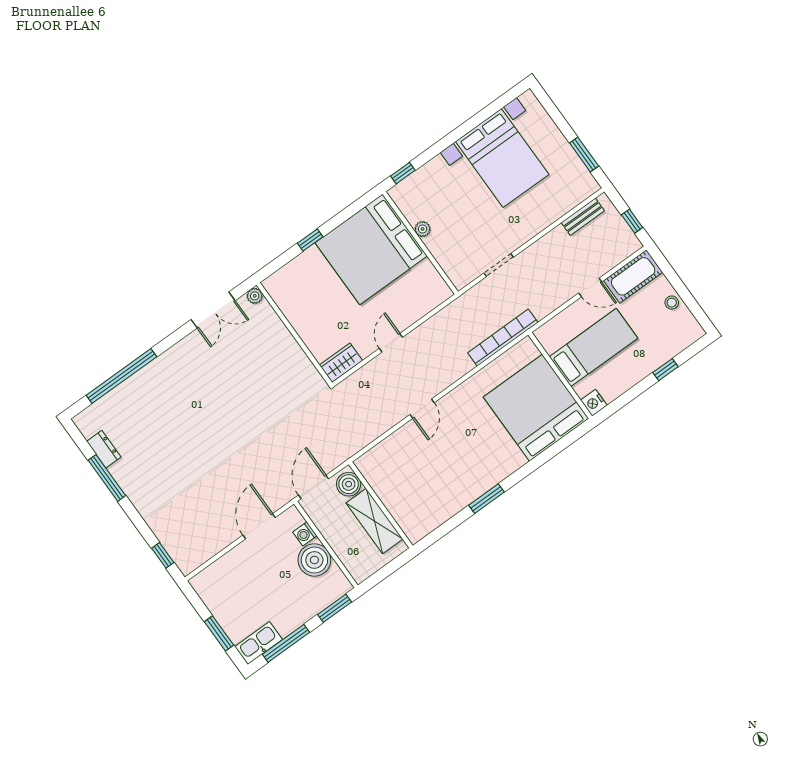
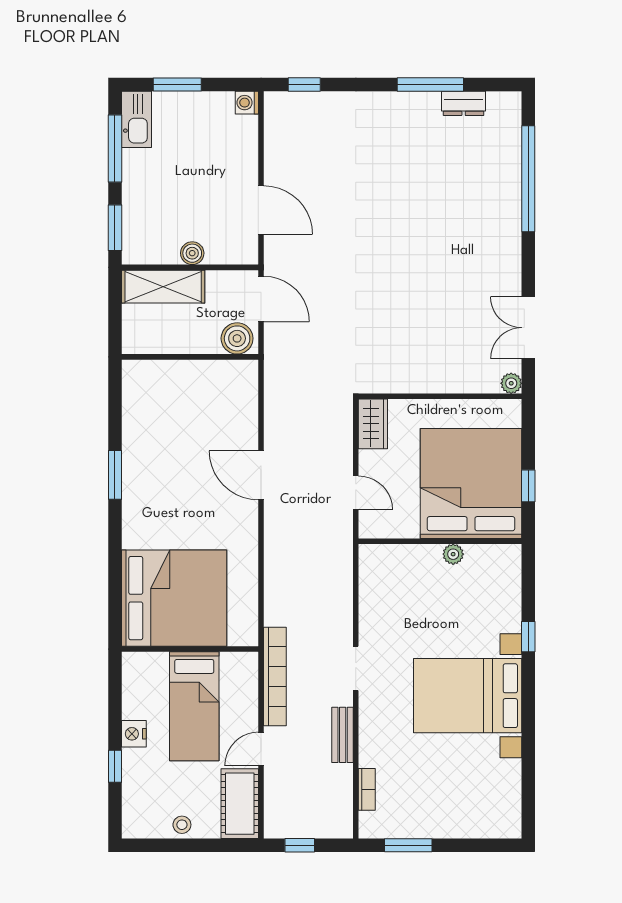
bed with nightstands: (502, 158) -> (468, 696), moved
bookcase: (568, 205) -> (367, 789), added
bench: (583, 217) -> (343, 735), moved
plant: (423, 229) -> (453, 554), moved
wall: (420, 243) -> (440, 541), moved
bed: (371, 249) -> (471, 483), moved
bookcase: (503, 338) -> (275, 676), moved
nightstand: (594, 403) -> (134, 734), moved, turned -90
door: (422, 409) -> (261, 475), width x1.38
shelving: (374, 521) -> (163, 287), moved
washing machine: (305, 534) -> (247, 103), moved, turned -90
boiler: (314, 560) -> (192, 253), width x0.54, depth x0.54

